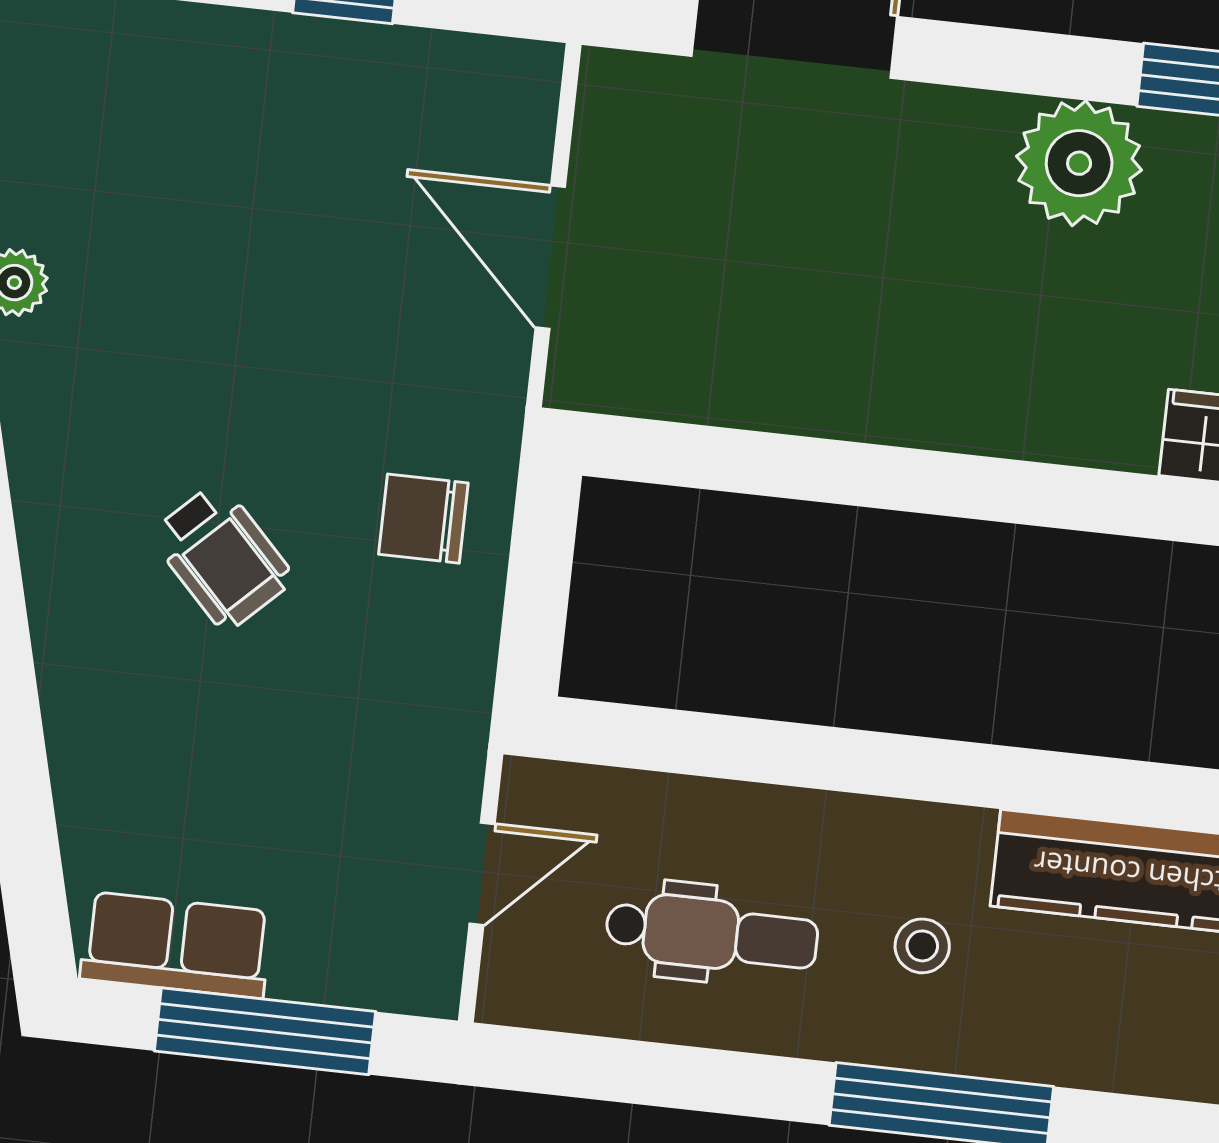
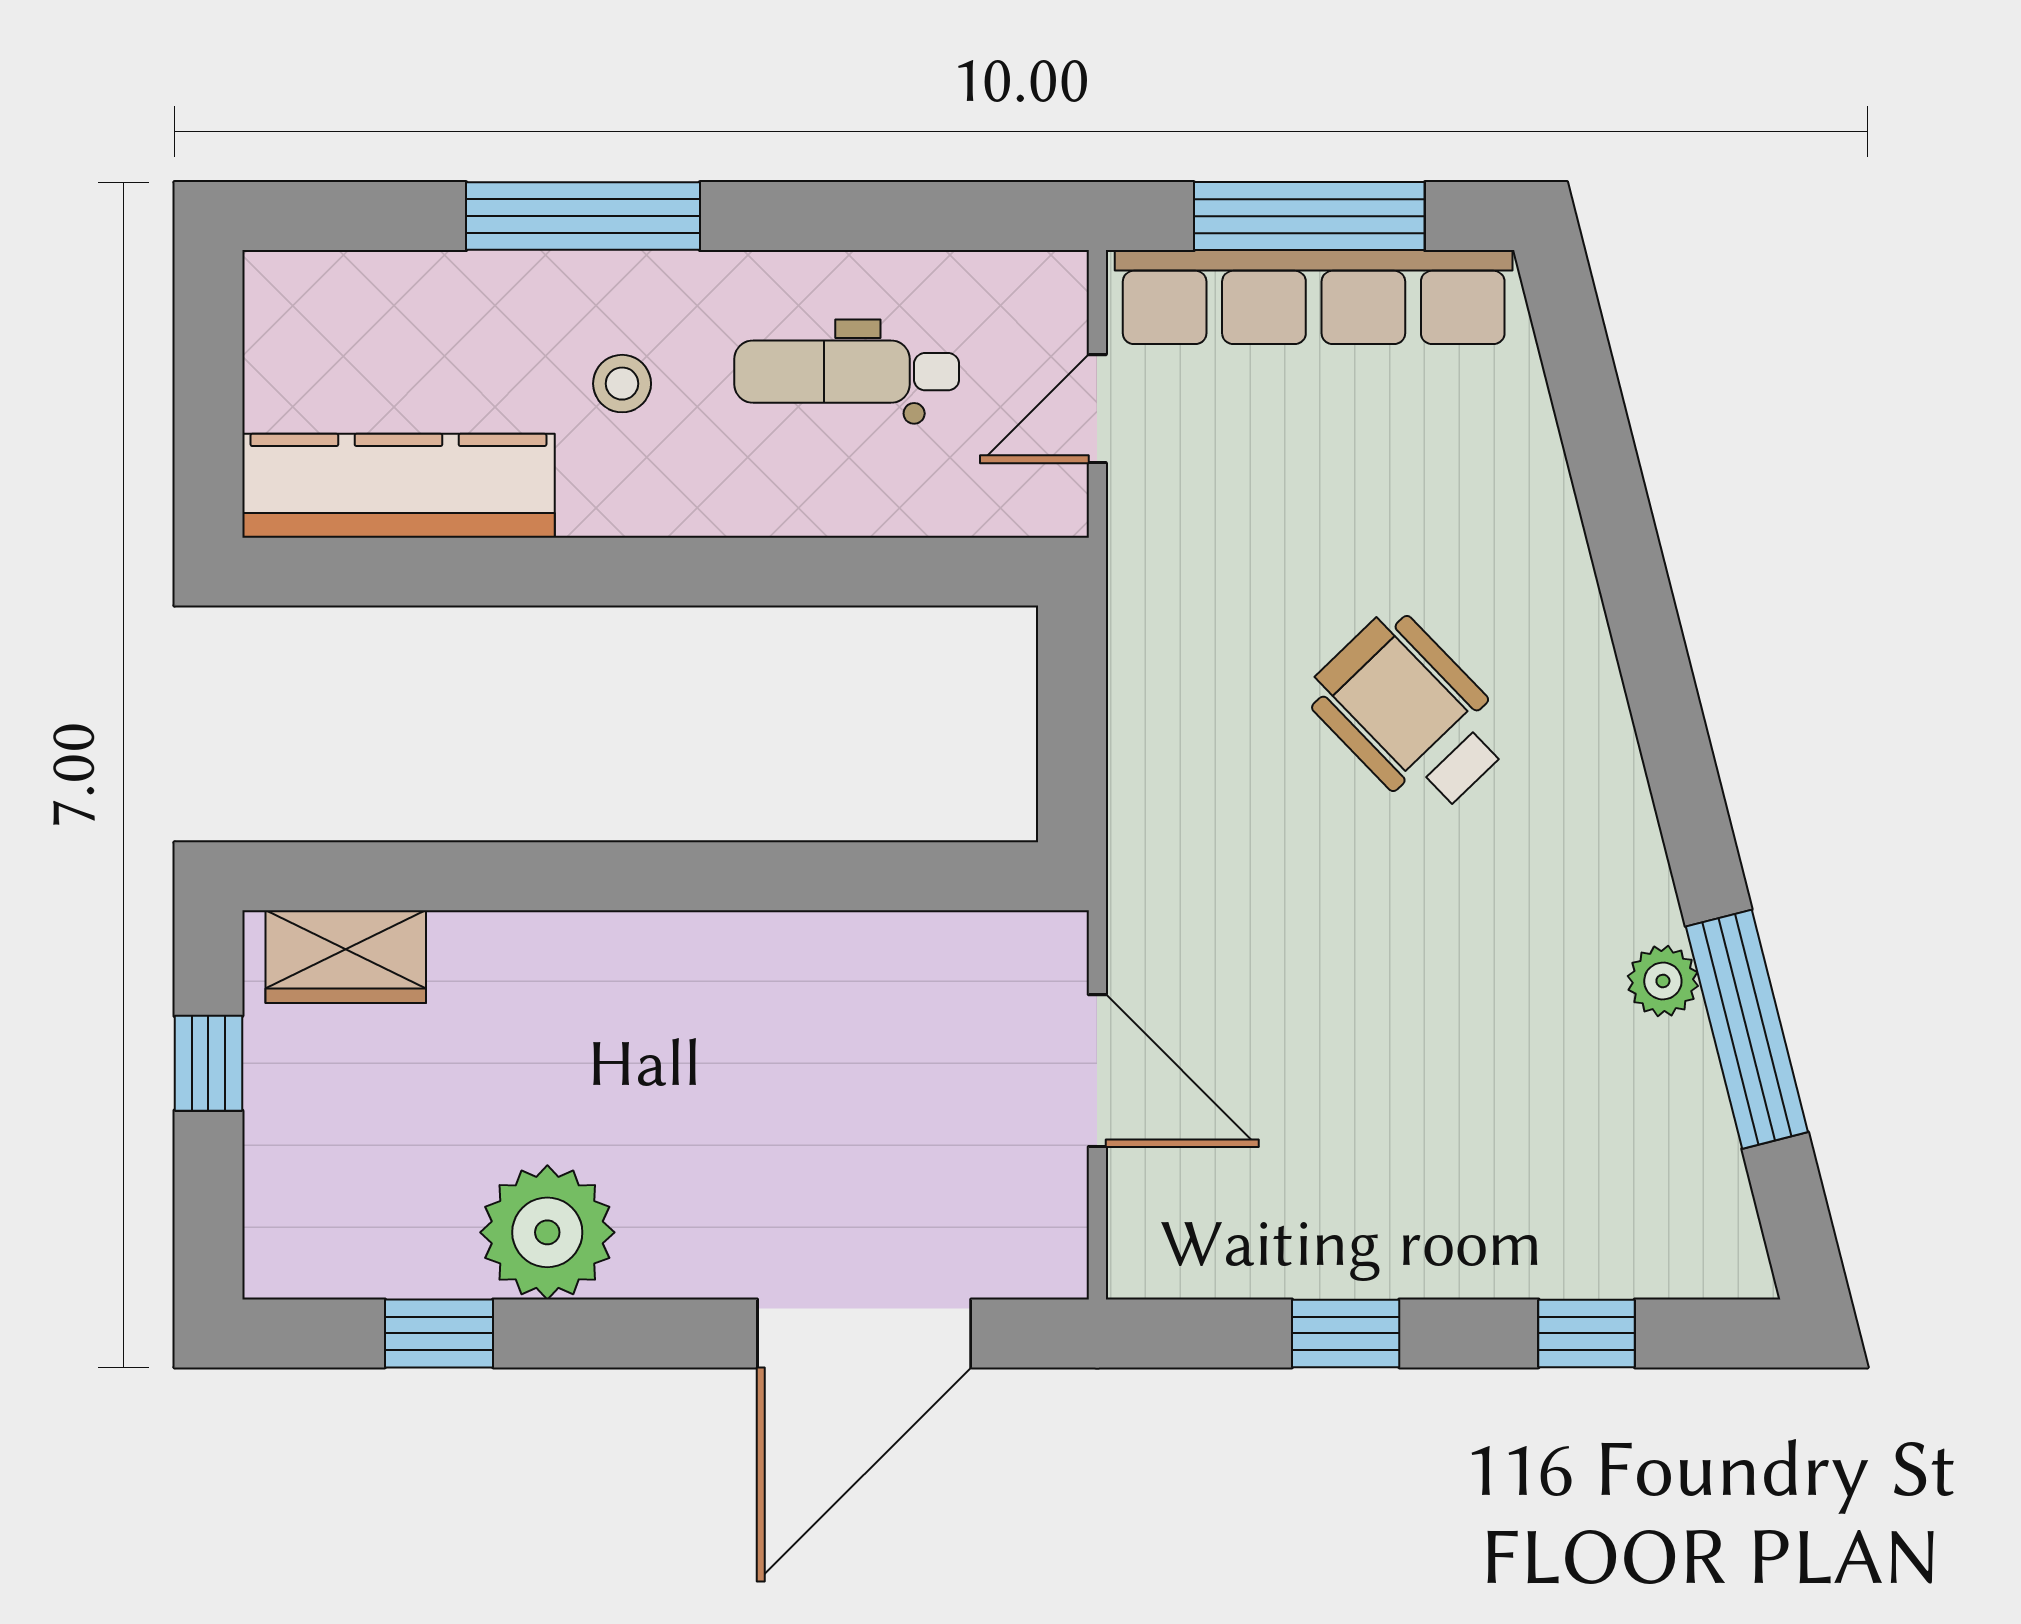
chair: (423, 519) -> (1201, 778), removed
wheelchair: (222, 557) -> (1410, 714), width x1.36, depth x1.37
row of seats: (176, 945) -> (1314, 297), width x2.02

